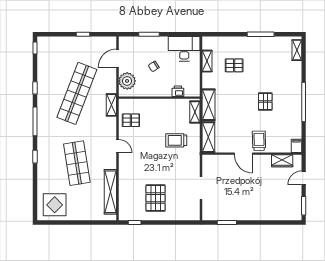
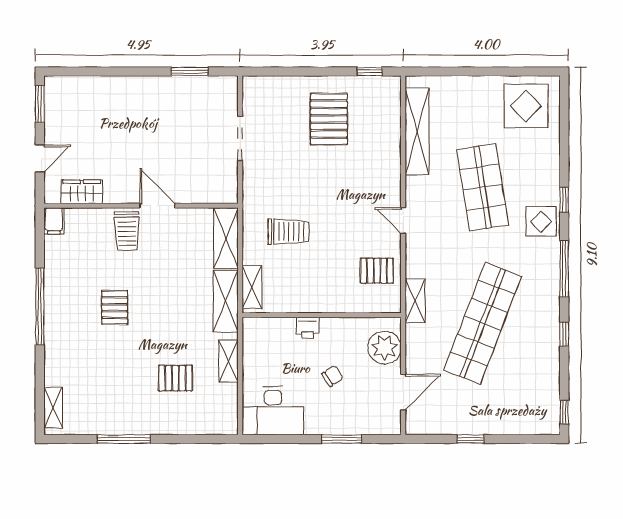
shelving: (207, 61) -> (228, 361), moved
printer: (178, 91) -> (308, 327), moved
display table: (47, 146) -> (541, 221), added

